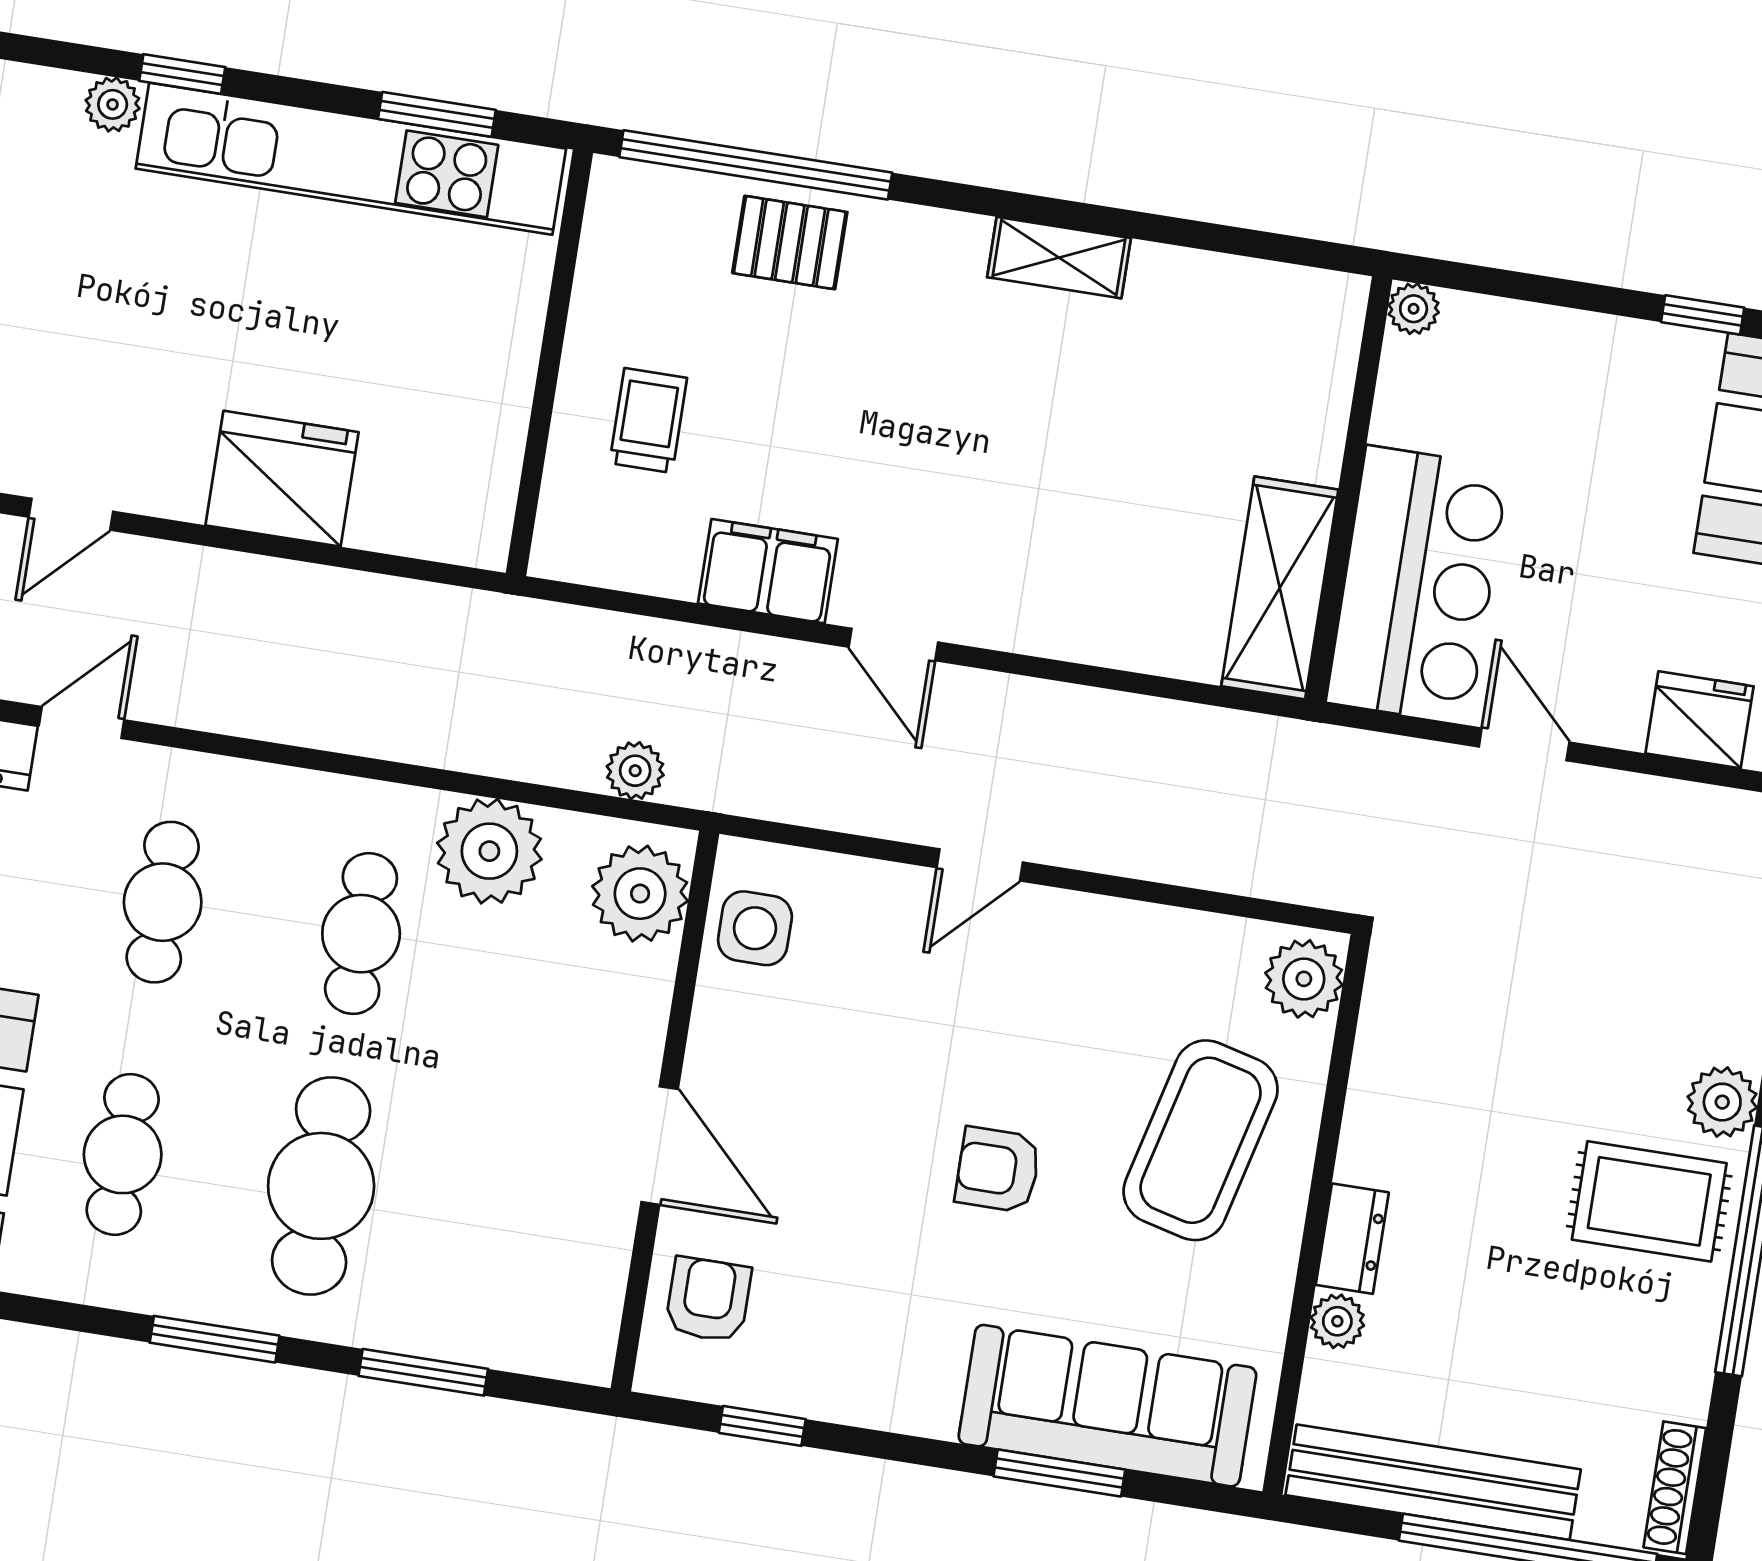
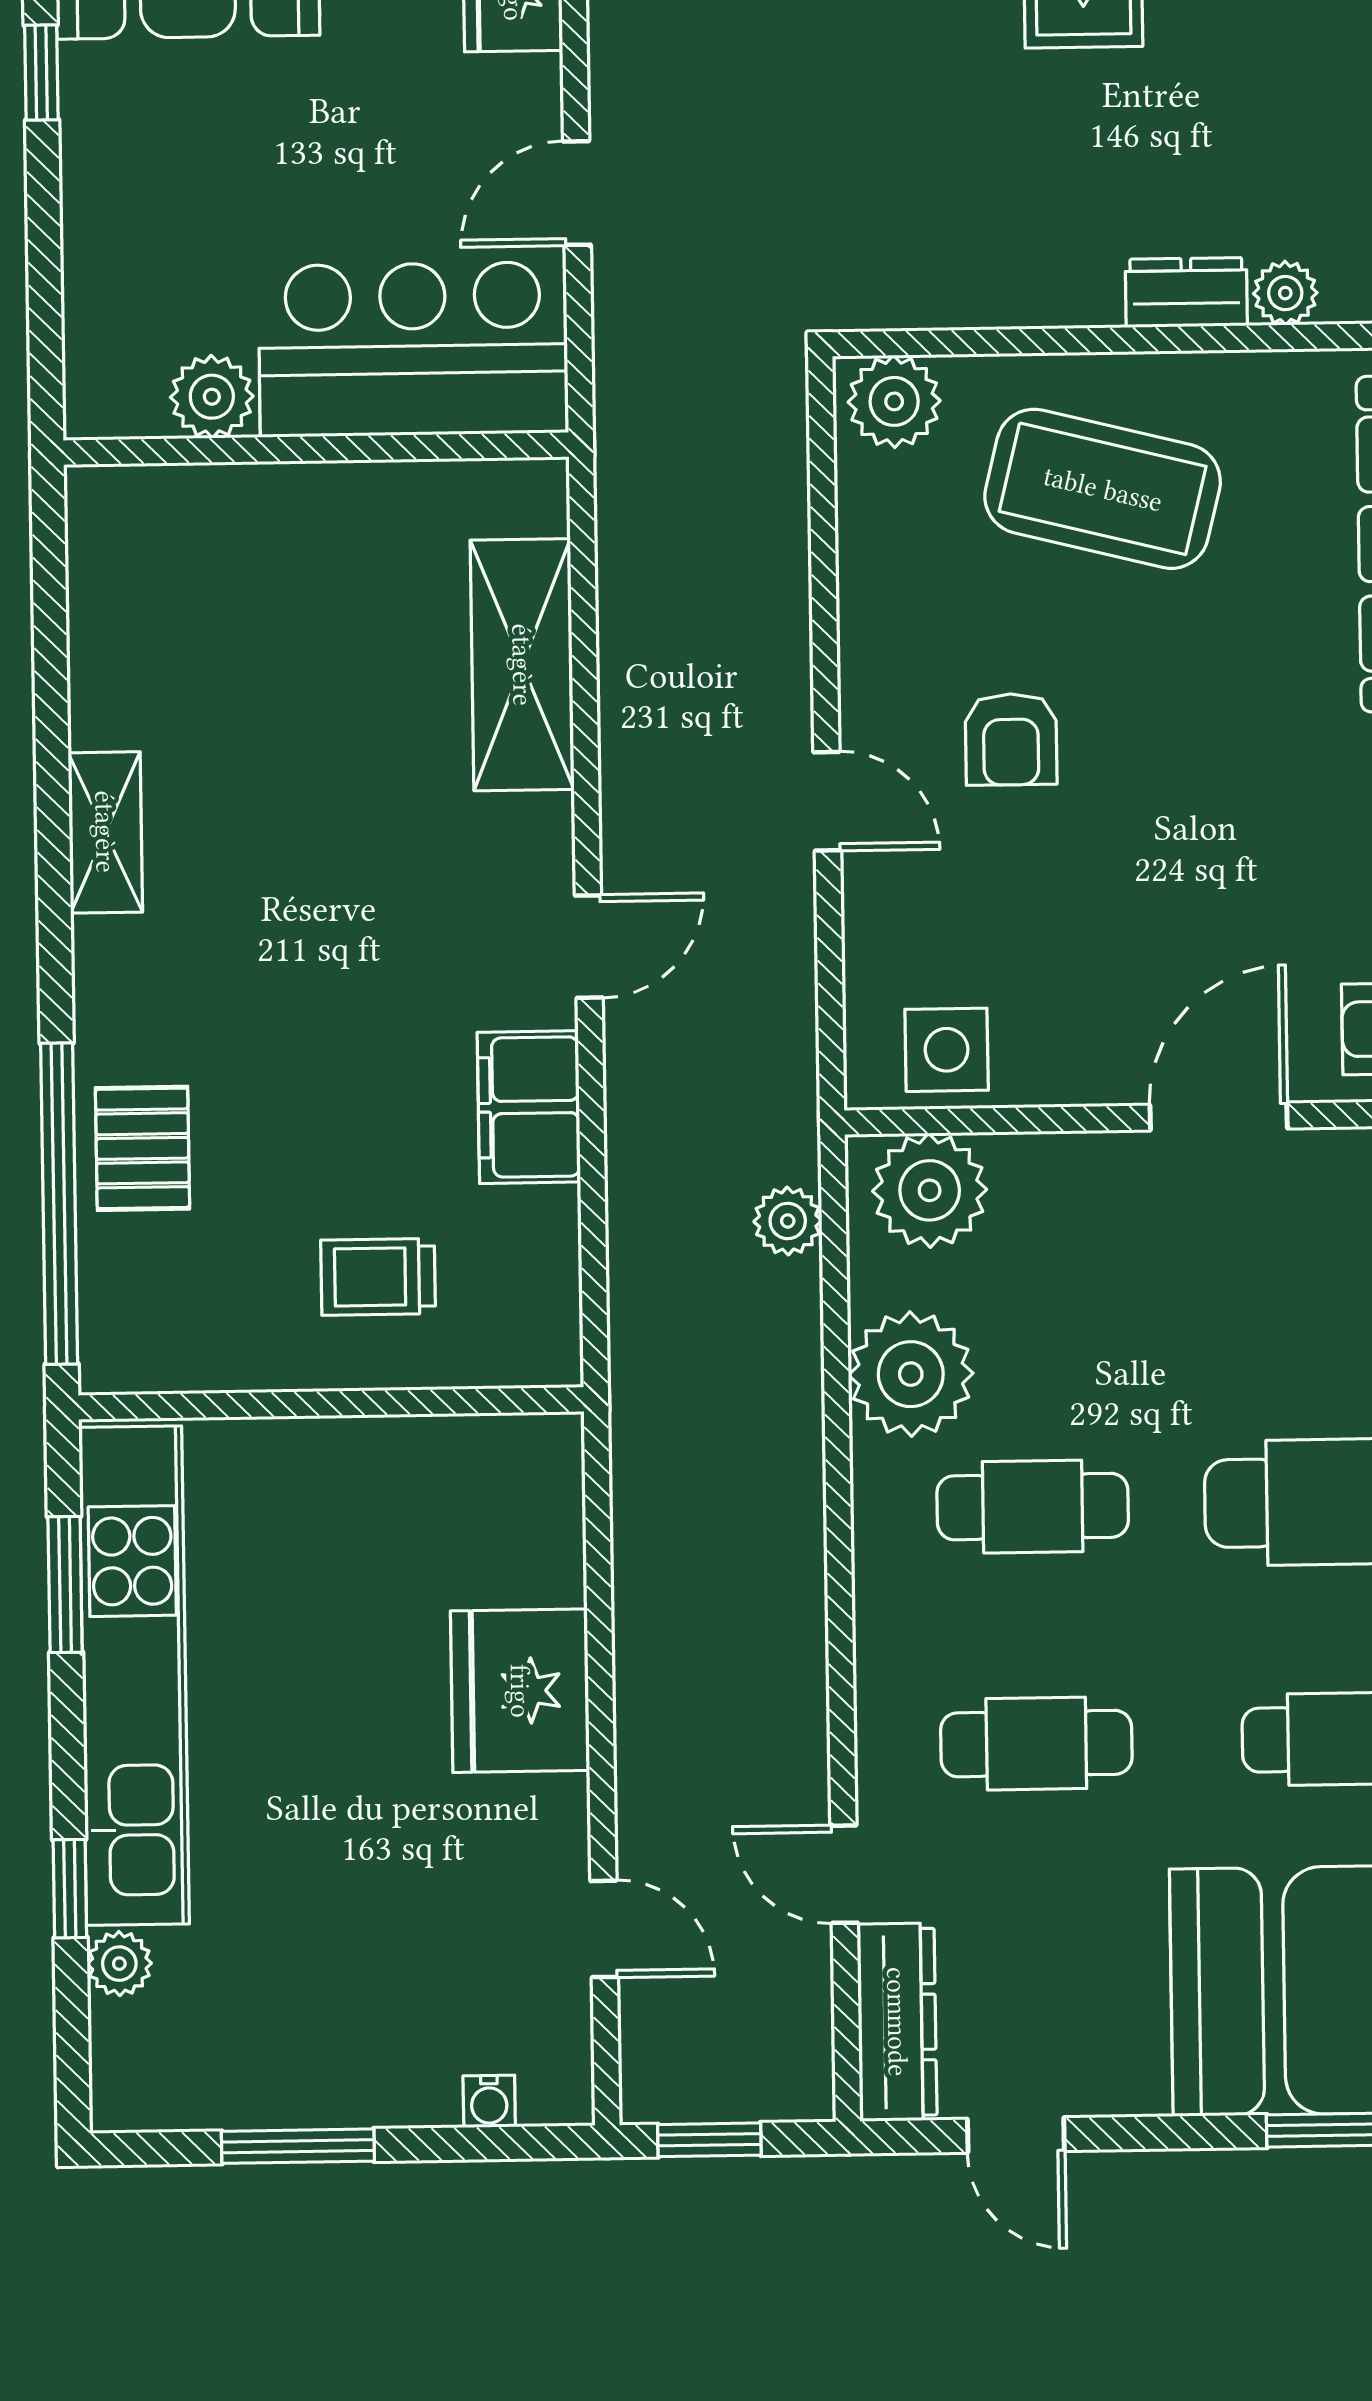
plant: (1414, 309) -> (212, 397), moved, width x1.38, depth x1.38
shelving: (1280, 588) -> (522, 665), moved, turned 90
armchair: (998, 1170) -> (1011, 739), moved

